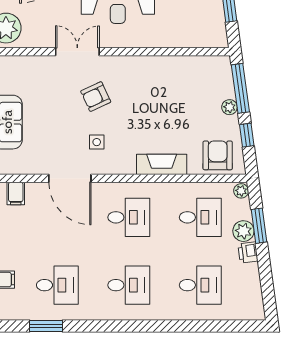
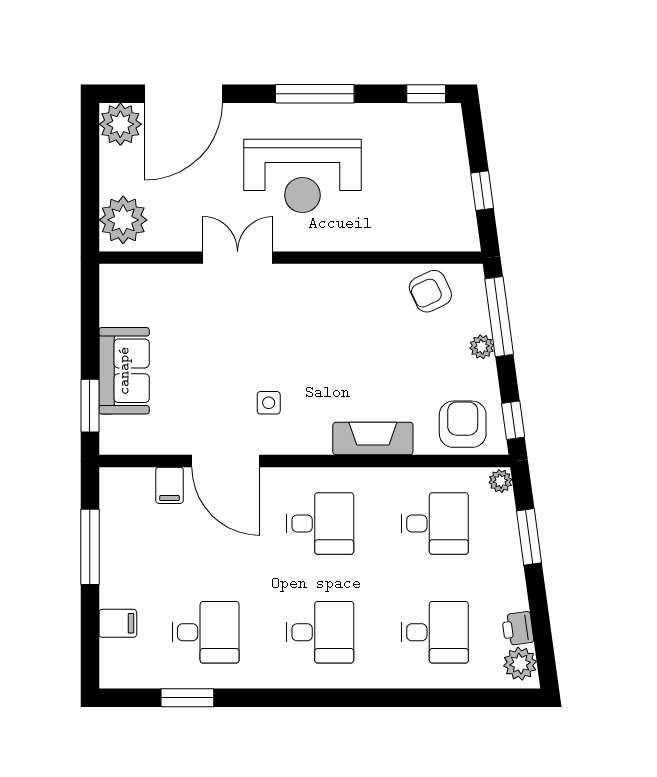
armchair: (96, 97) -> (430, 291), moved
window: (247, 135) -> (513, 420), moved
filing cabinet: (16, 193) -> (170, 485), moved
plant: (243, 231) -> (520, 664), moved
printer: (248, 253) -> (518, 629), moved

